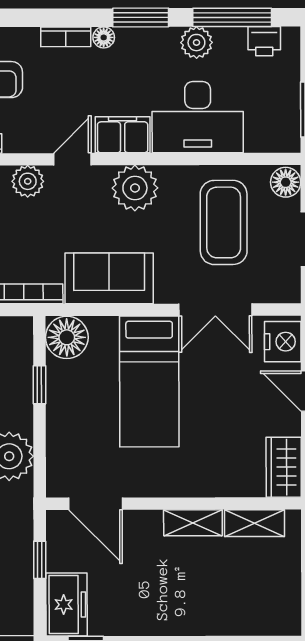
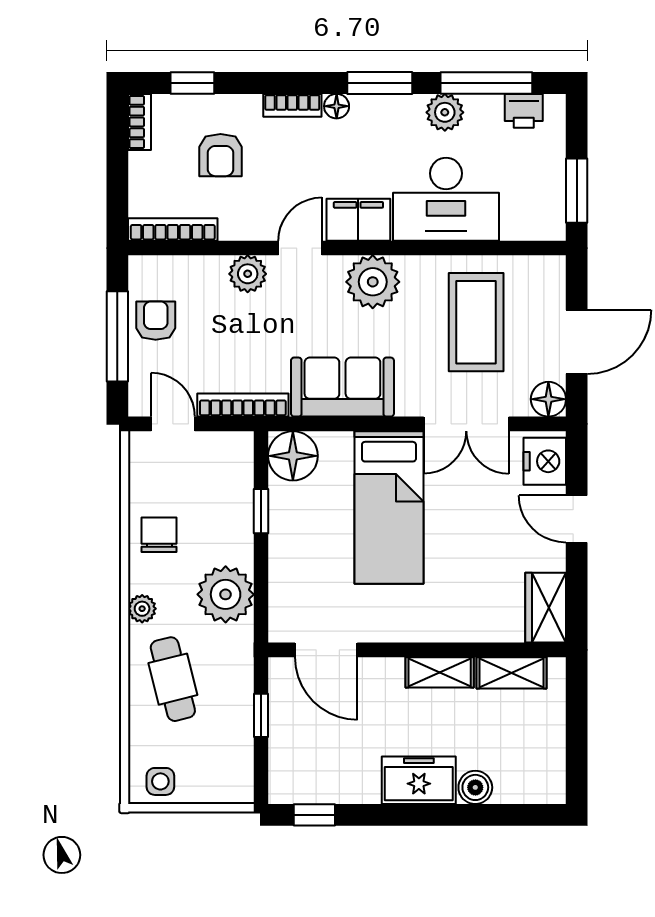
floor lamp: (286, 182) -> (548, 399), moved
freezer: (67, 604) -> (419, 780), moved, turned -90
boiler: (224, 621) -> (475, 787), added

